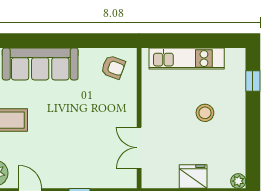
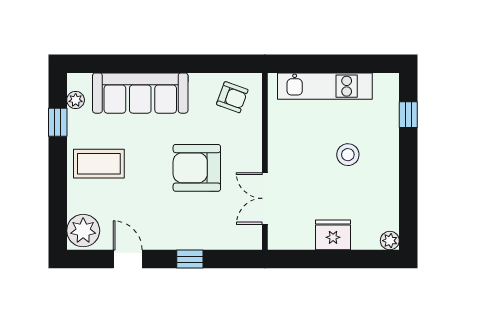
armchair: (85, 123) -> (197, 168), added

